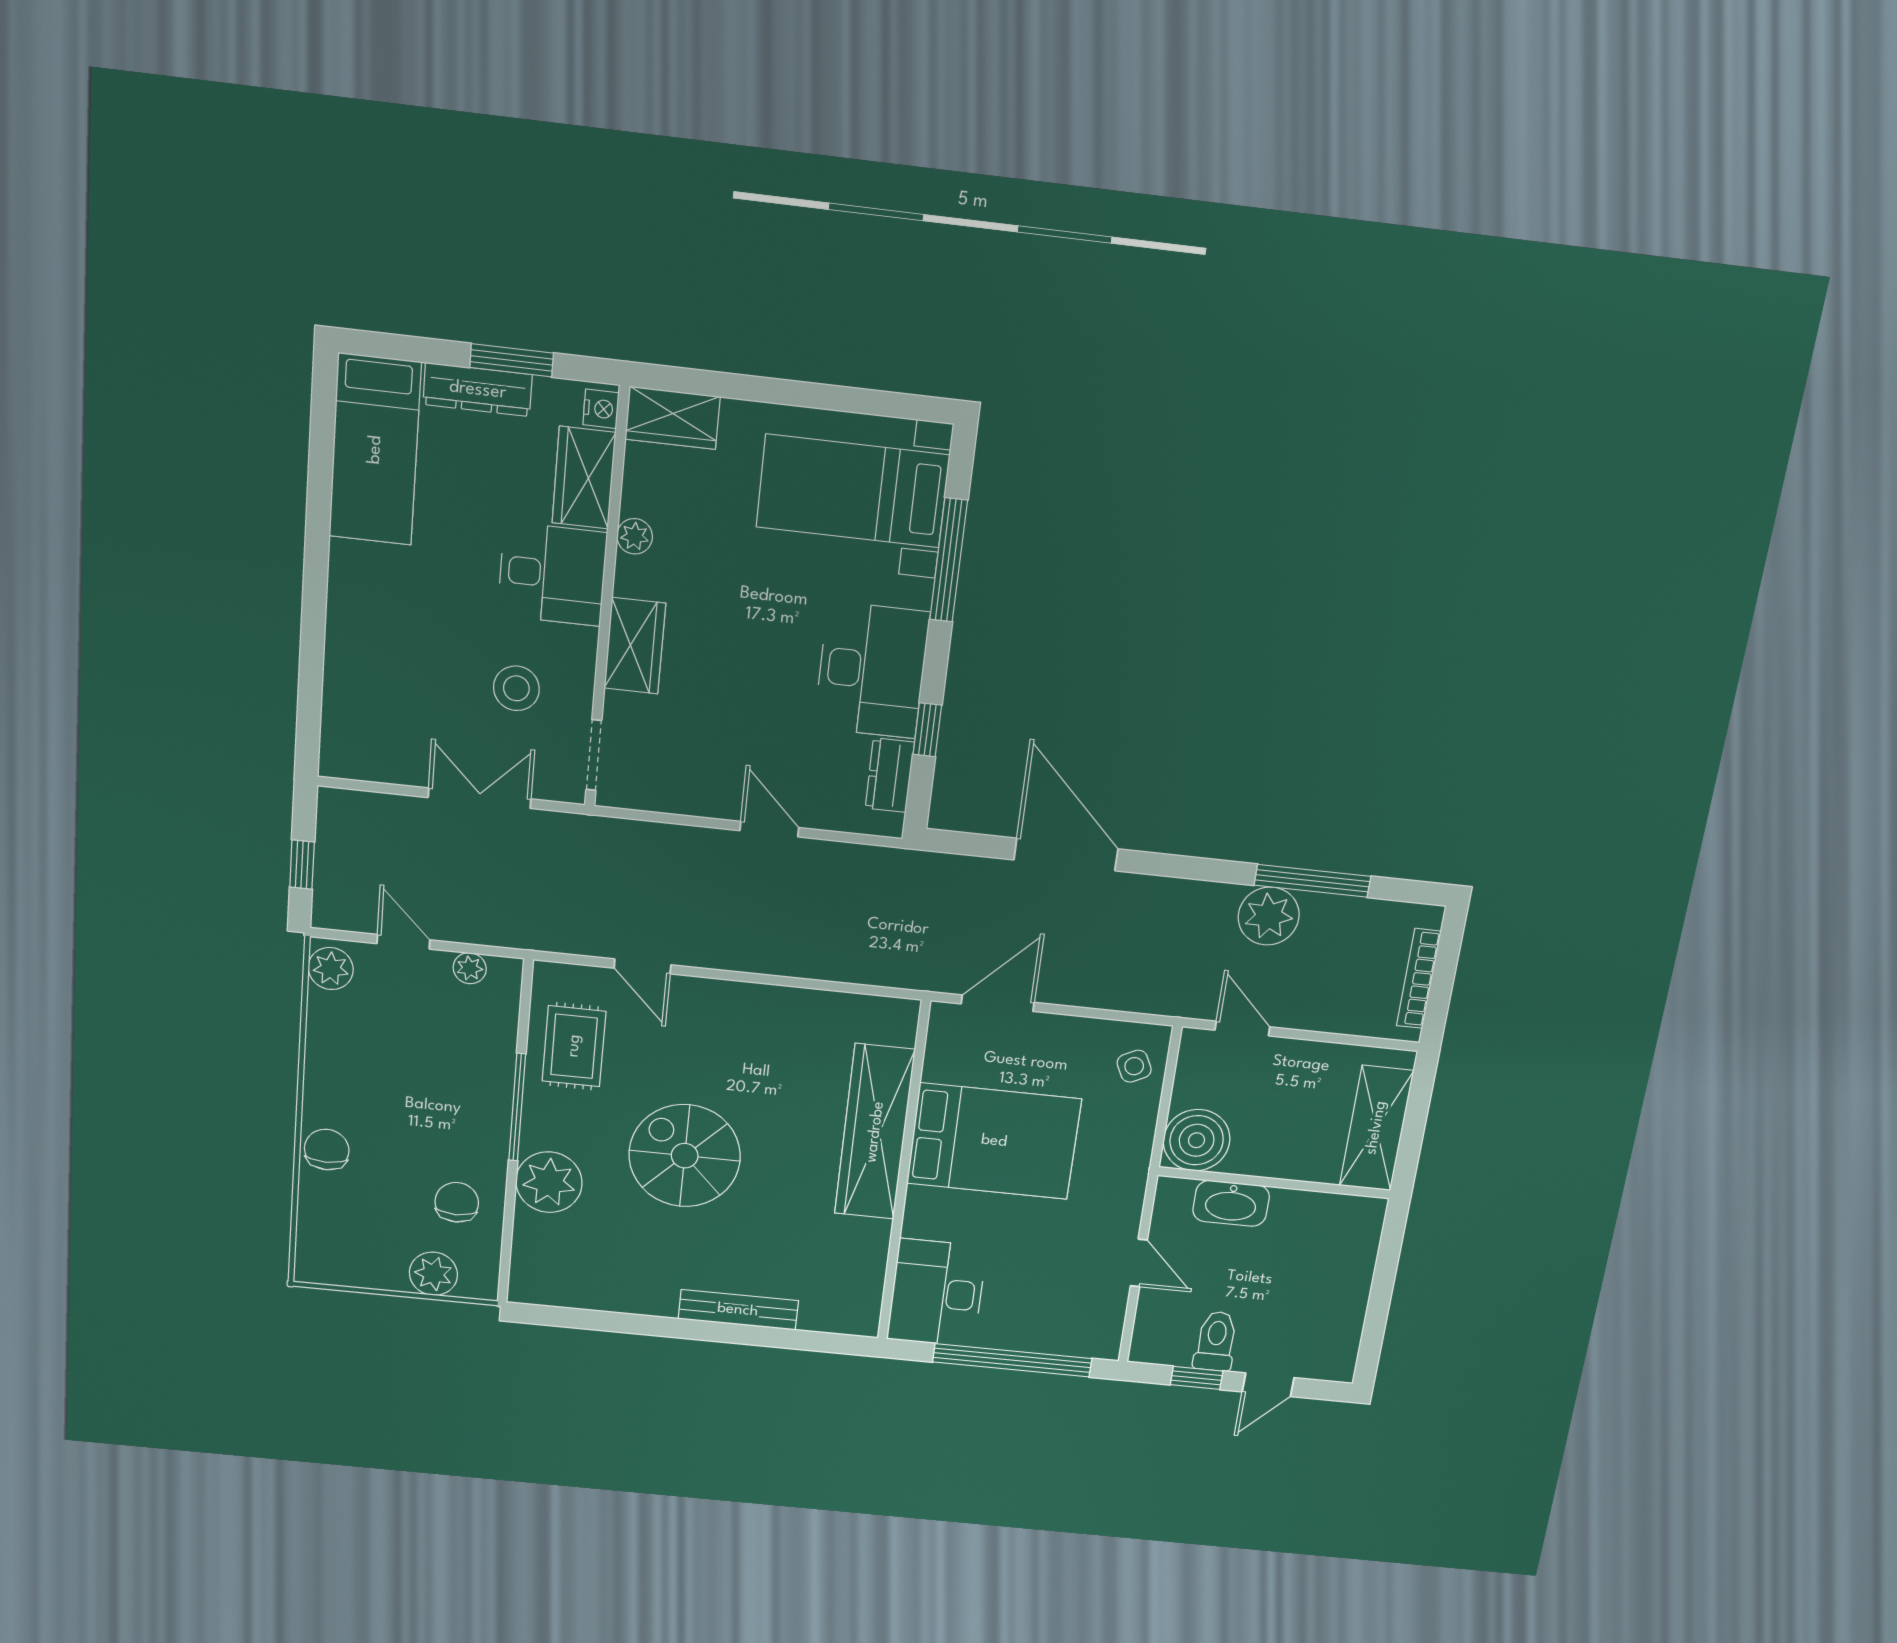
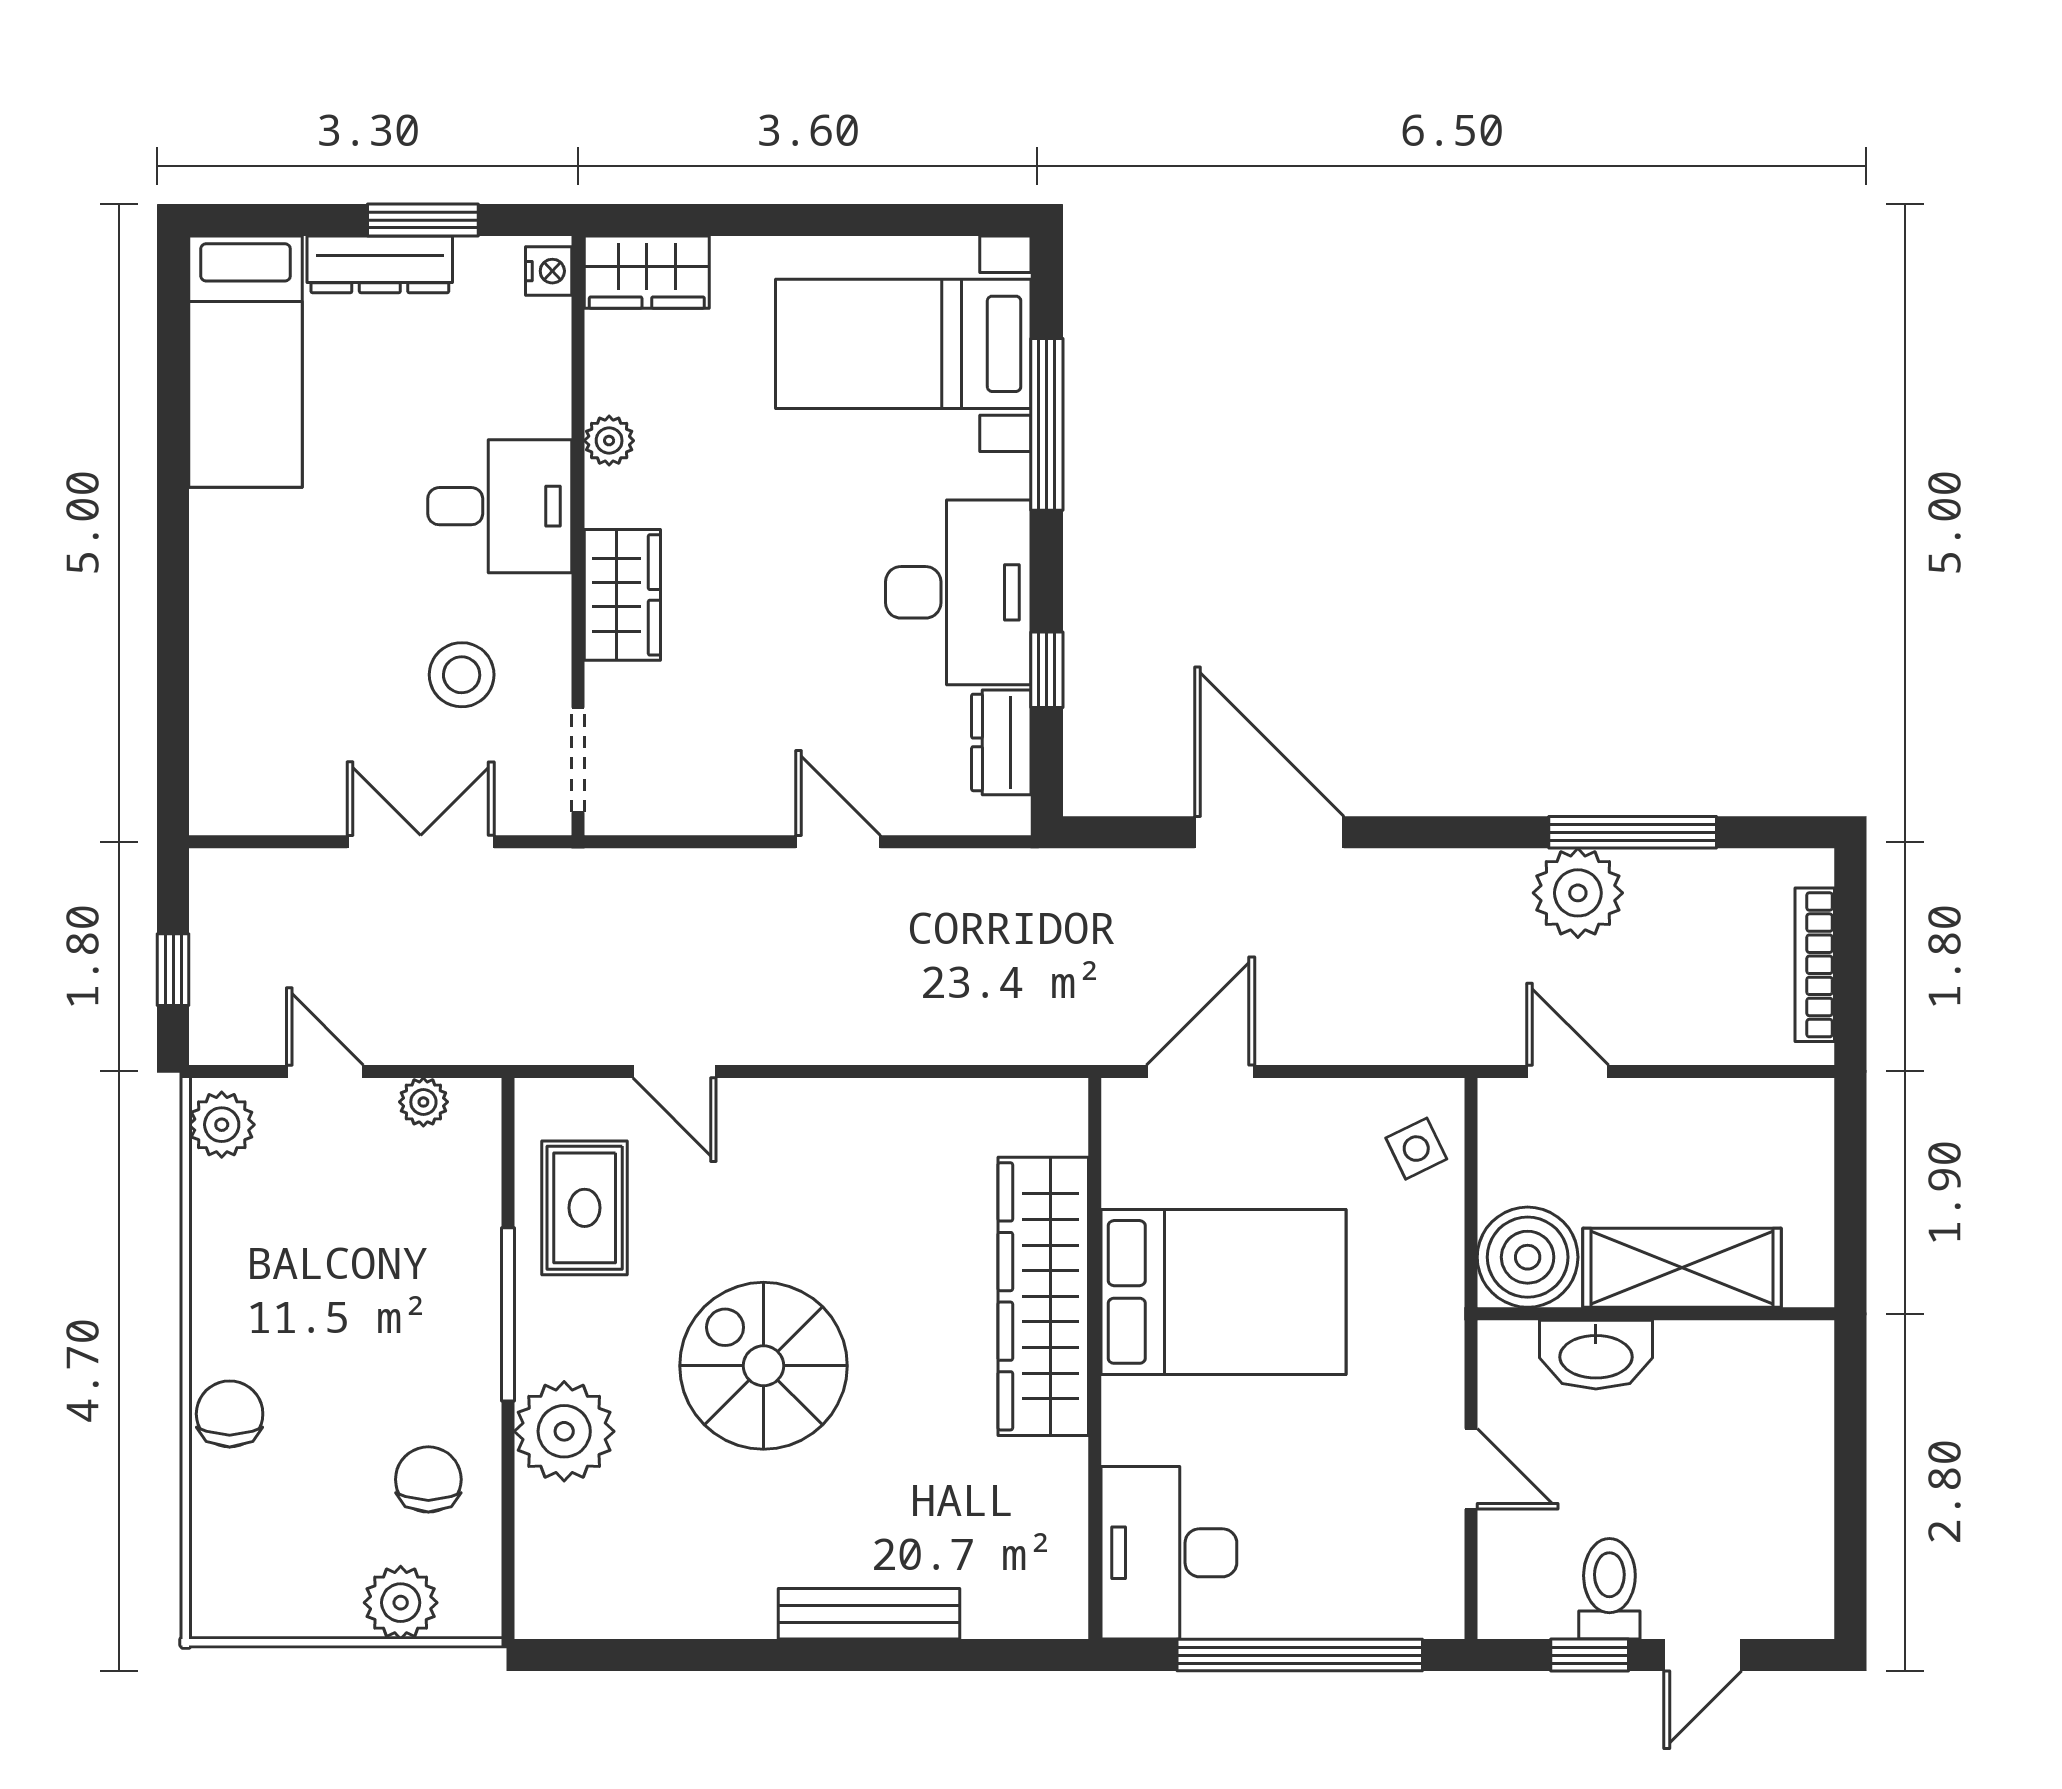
wardrobe: (584, 478) -> (533, 367), removed
shelving: (1376, 1128) -> (1682, 1268), moved, turned 90

